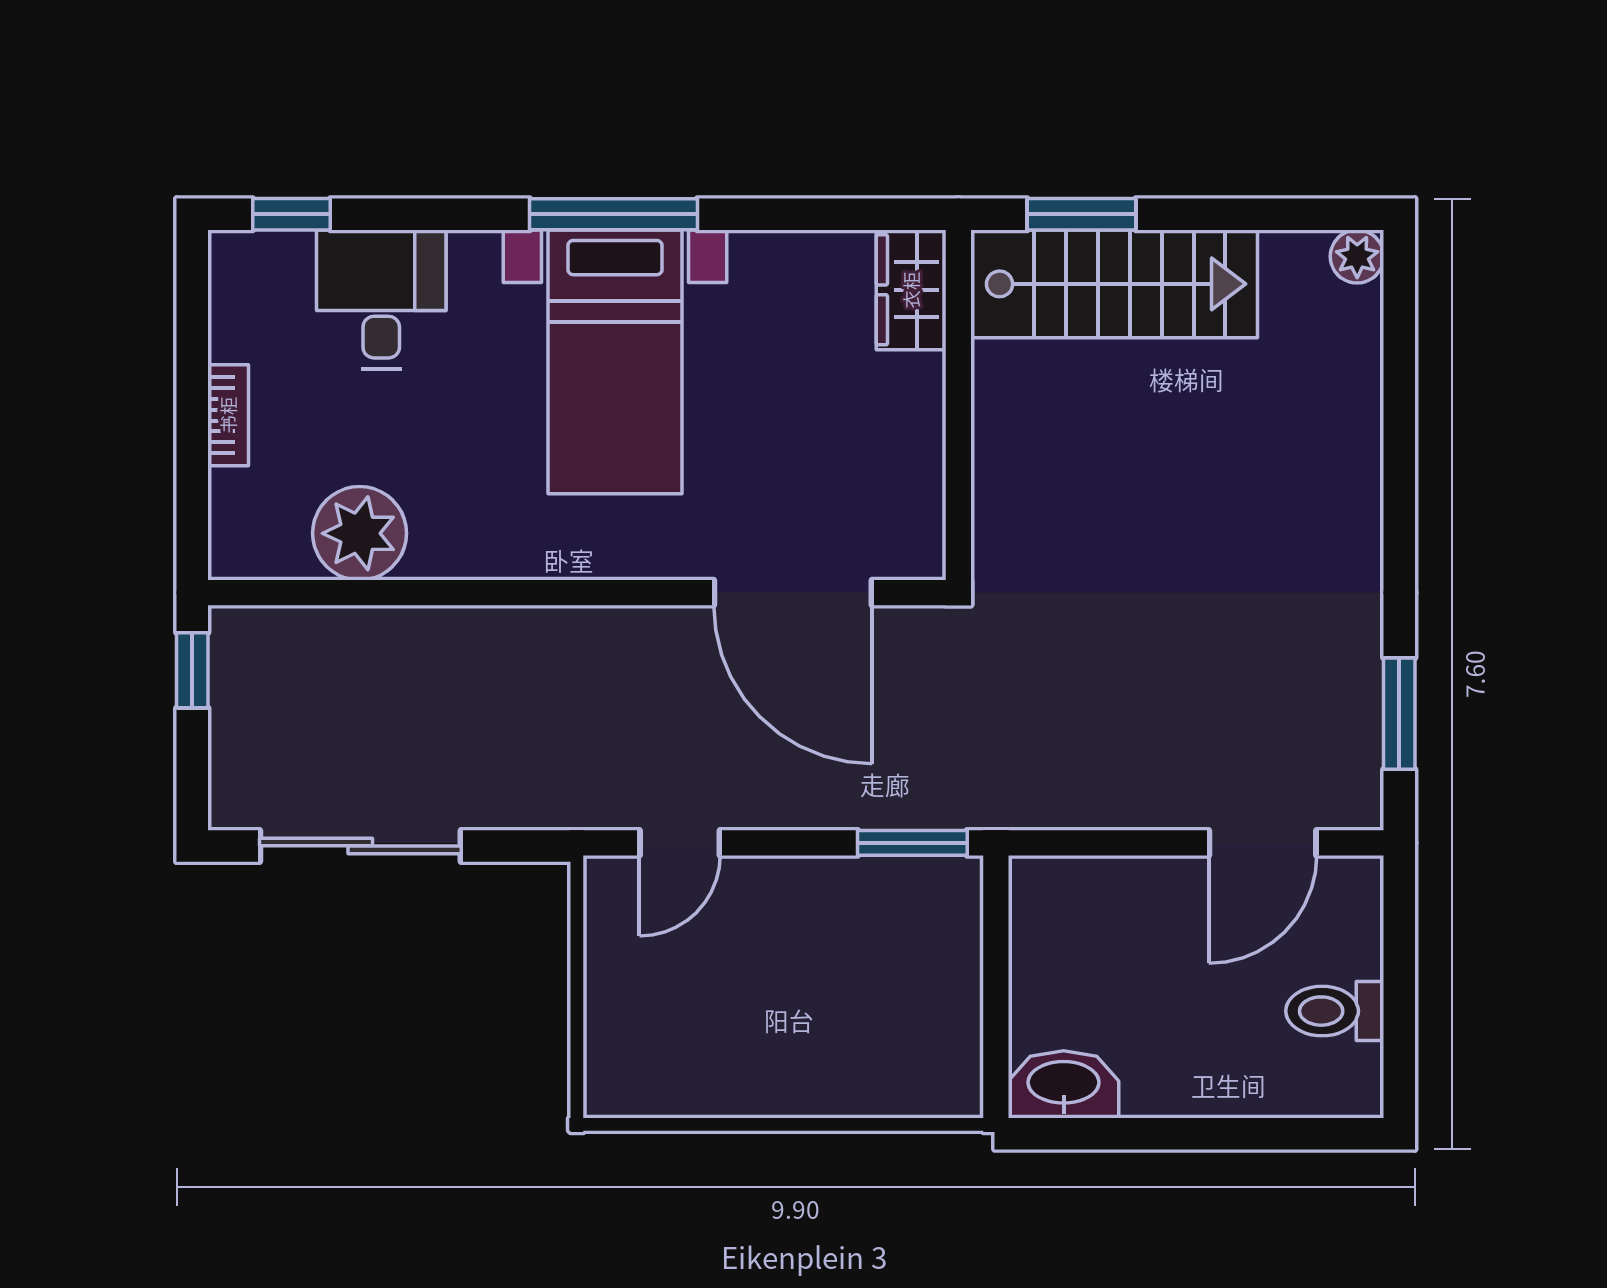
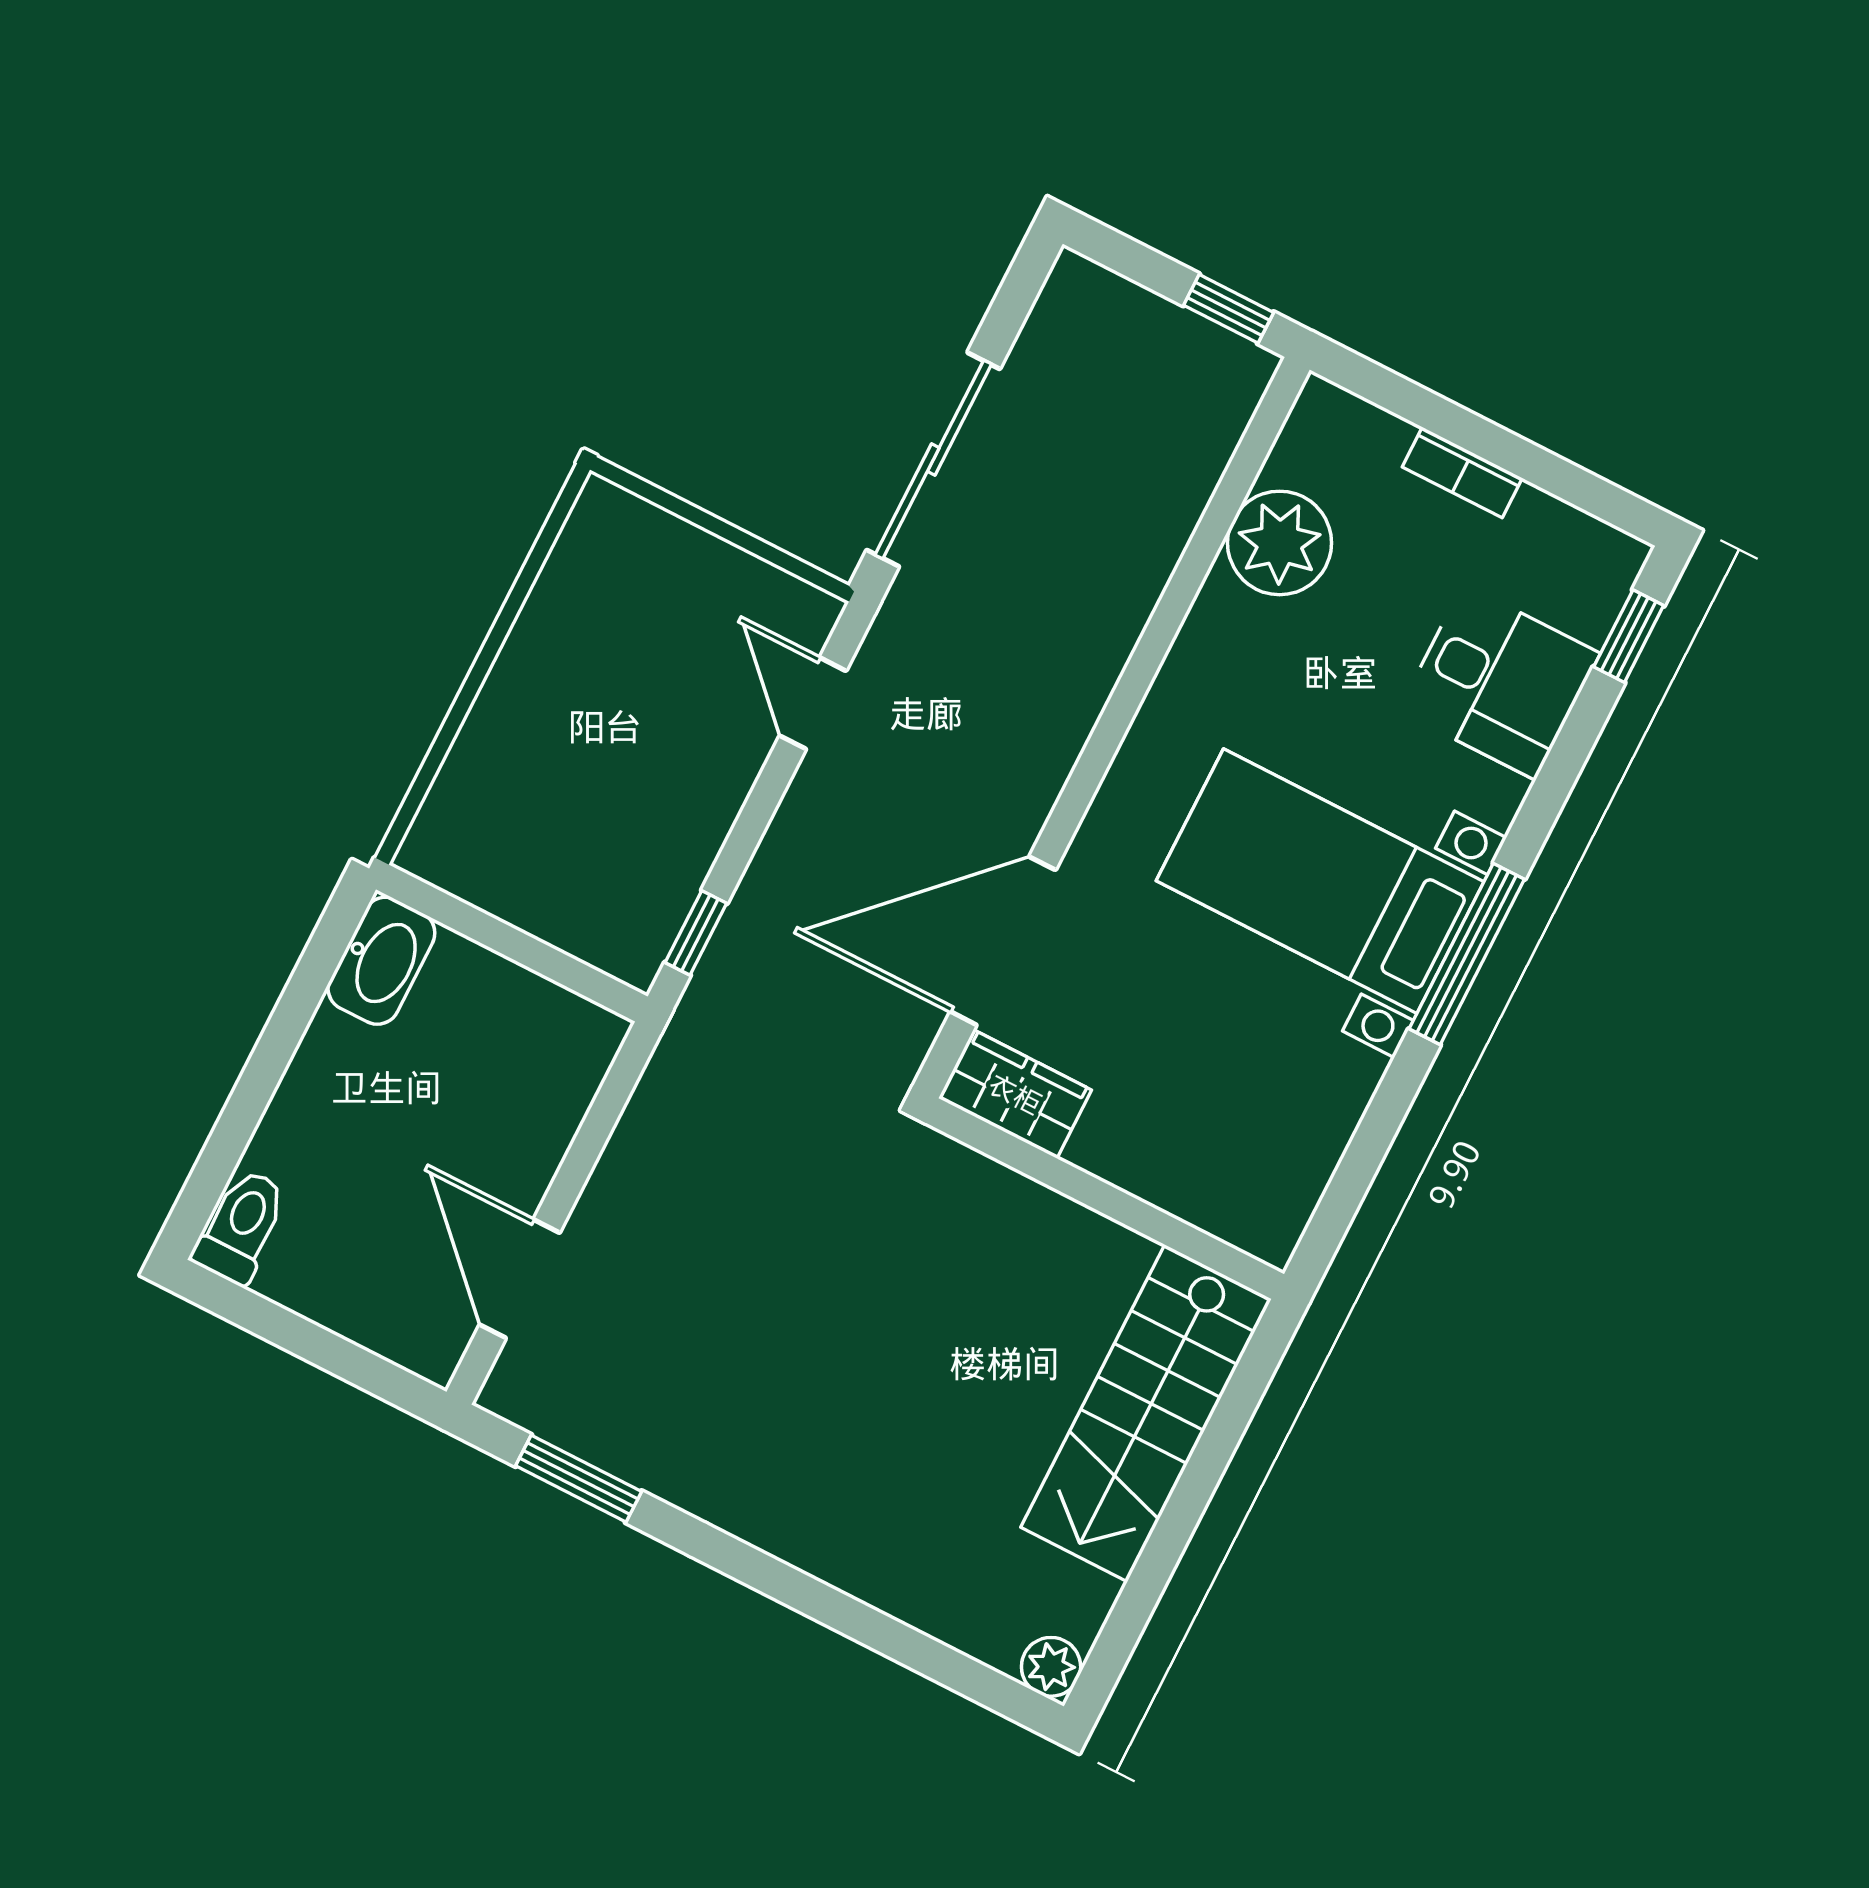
window: (1081, 214) -> (1231, 1416), removed
wardrobe: (911, 290) -> (1015, 1094), moved
window: (912, 843) -> (696, 933), width x0.67
sliding door: (360, 846) -> (933, 460), moved
toilet: (1335, 1011) -> (241, 1226), moved

